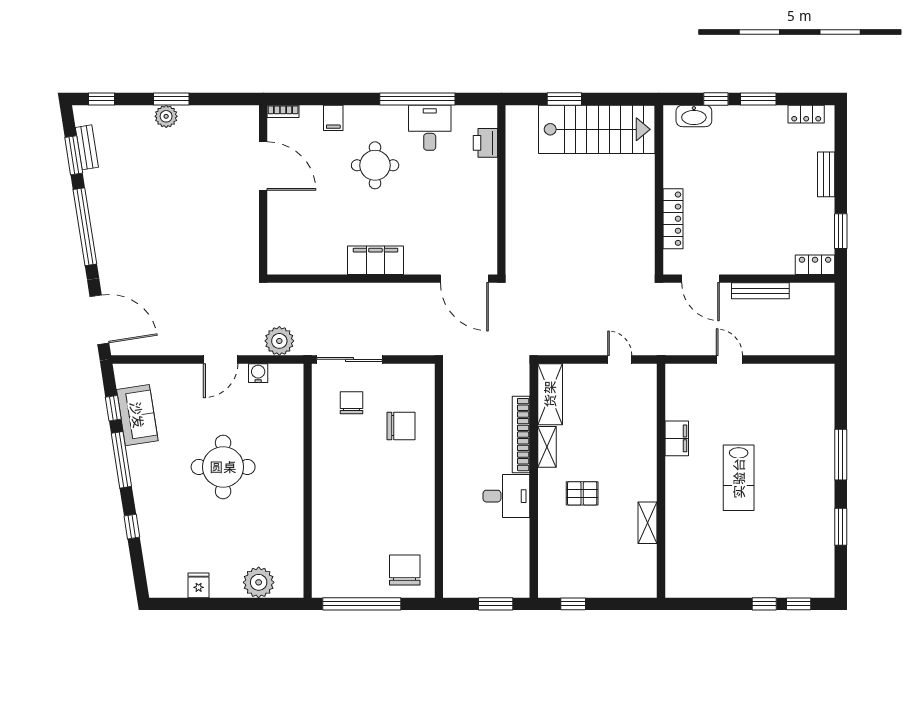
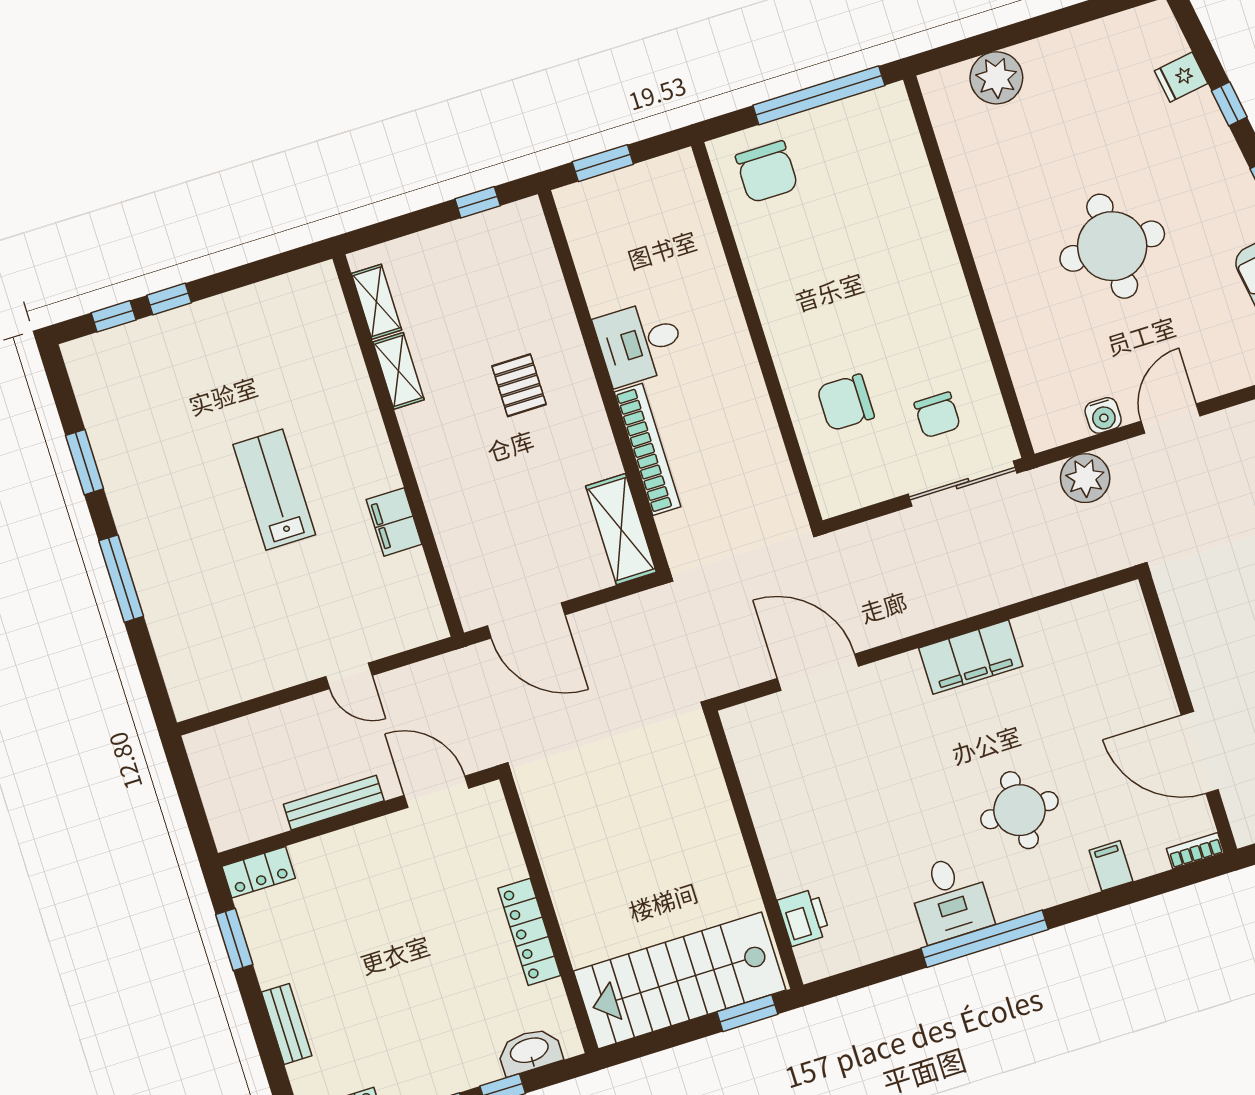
printer: (485, 143) -> (804, 917), moved
wall: (501, 190) -> (754, 850), moved
locker: (673, 219) -> (529, 932), moved
door: (620, 359) -> (526, 620), width x1.87
shelving: (547, 447) -> (377, 302), moved
pallet: (582, 493) -> (519, 385), turned 90
fridge: (199, 585) -> (1181, 77), moved, turned 81

